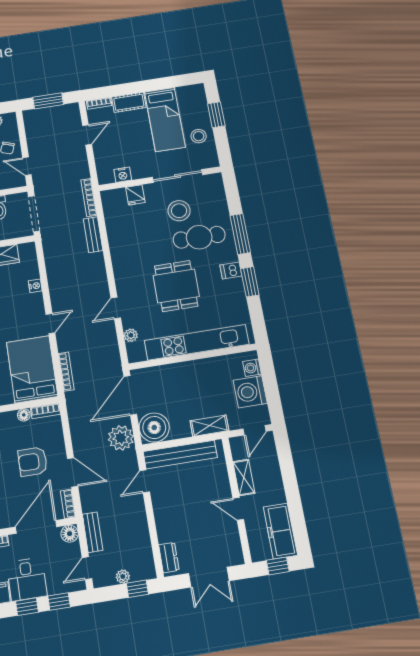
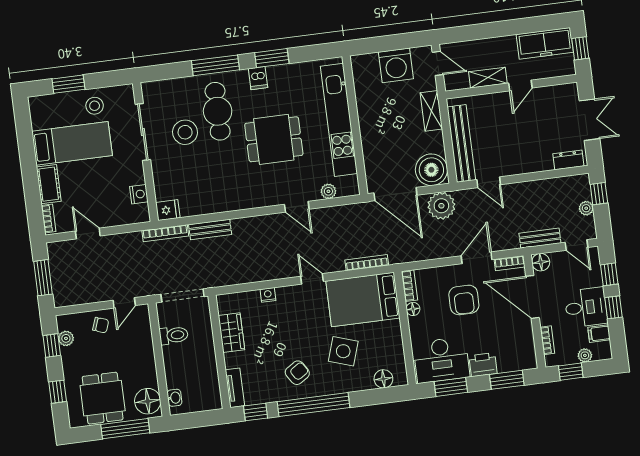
fridge: (135, 195) -> (168, 210), moved
washing machine: (252, 368) -> (369, 62), removed

